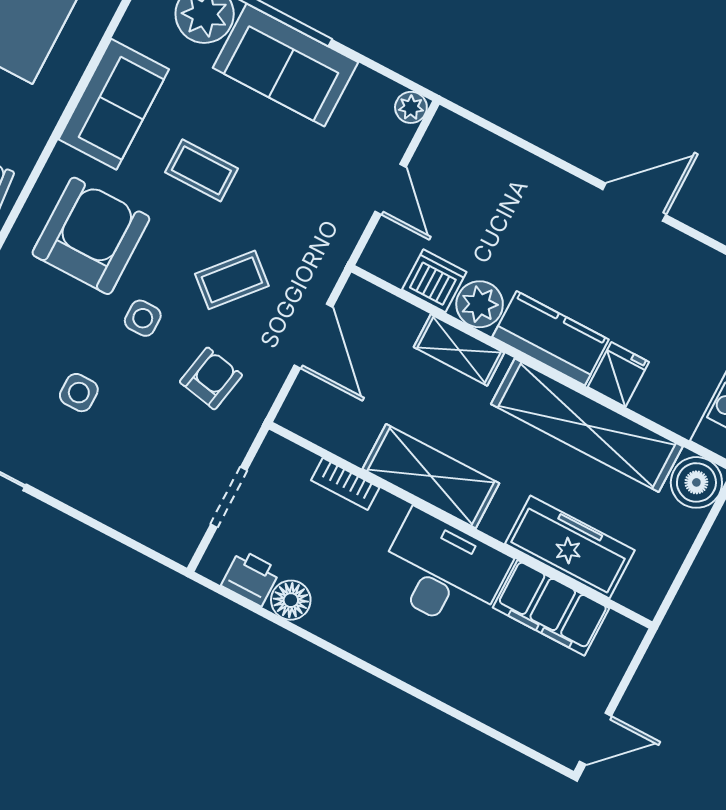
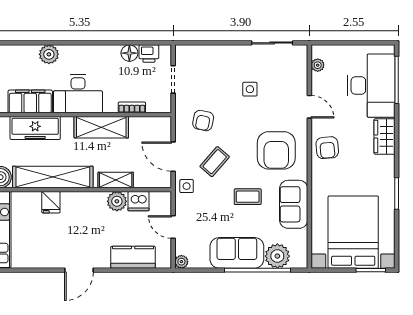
side table: (143, 318) -> (187, 186), moved
kitchen counter: (551, 338) -> (133, 257), moved, turned 180
plant: (461, 686) -> (49, 54), added

